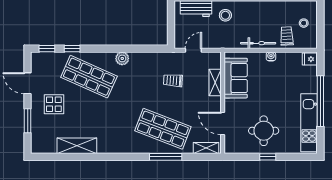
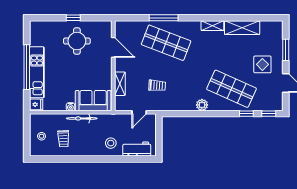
trolley: (287, 36) -> (63, 139), moved
sofa: (236, 78) -> (93, 101), moved, turned 90
kitchen unit: (309, 123) -> (37, 72), moved
shelving: (206, 148) -> (212, 26), moved

